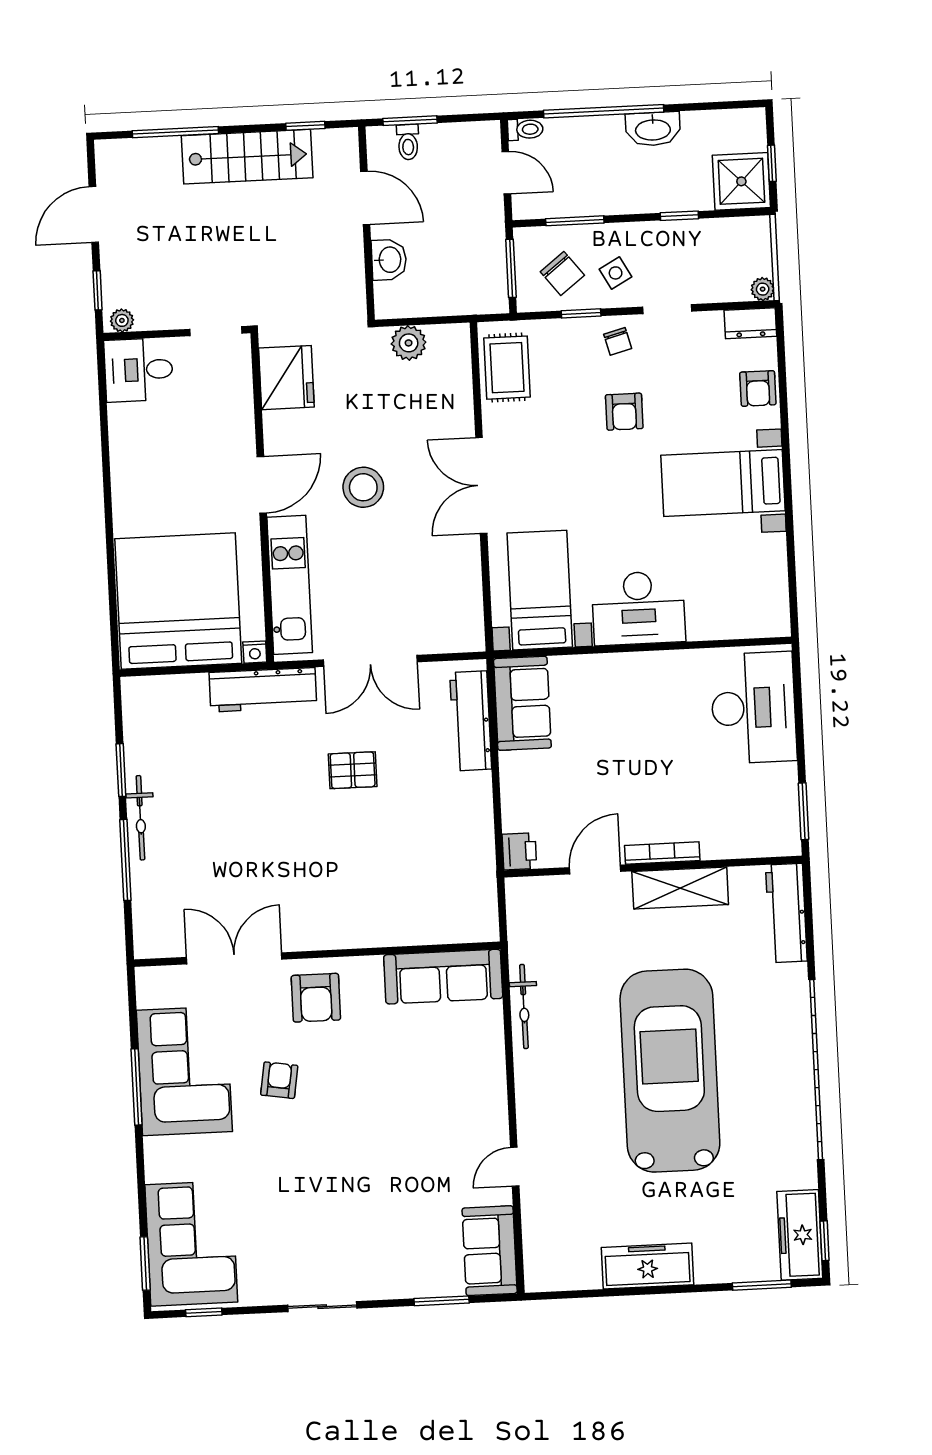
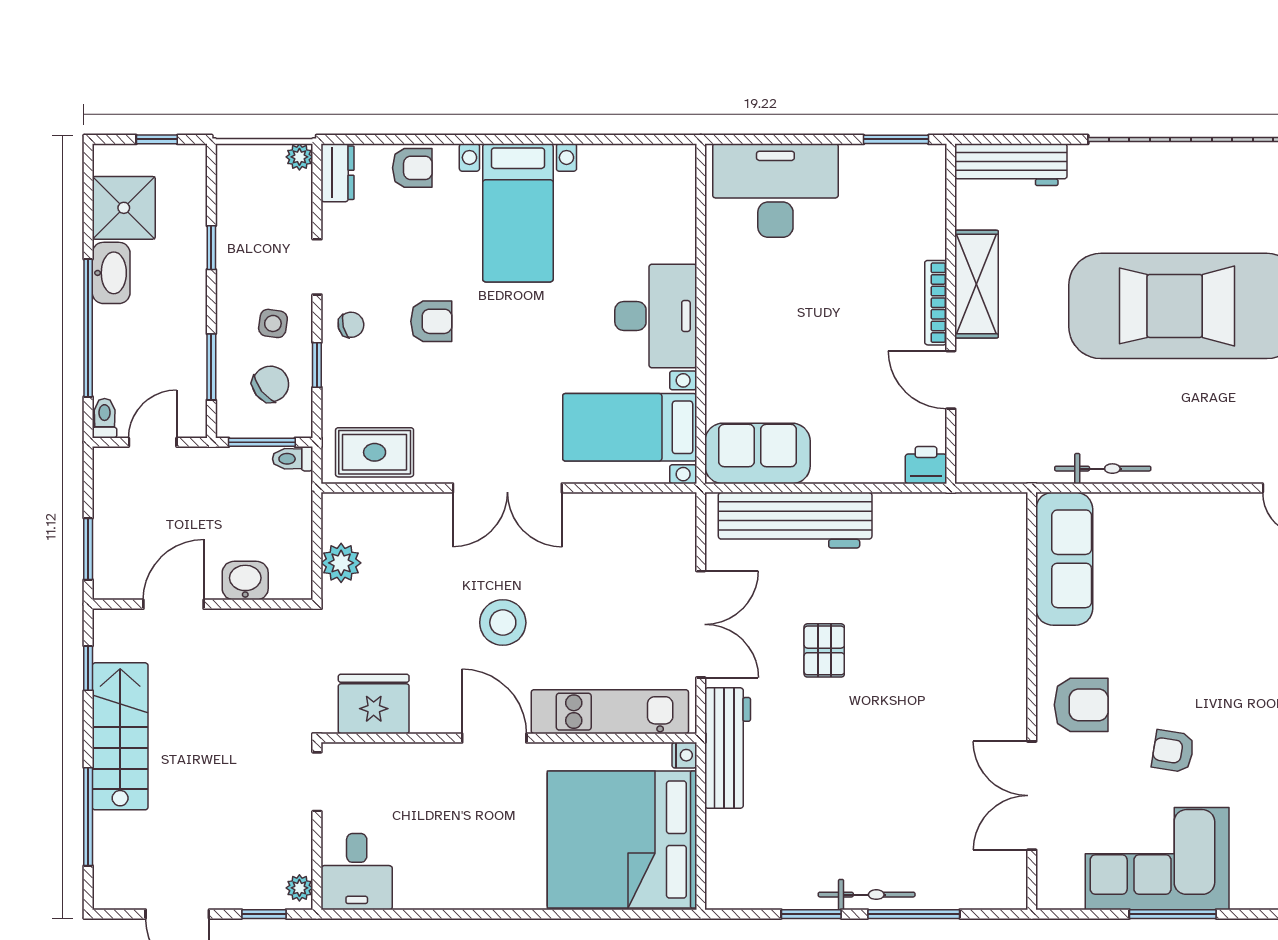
toilet: (408, 142) -> (293, 459), moved, turned 180
shower: (741, 181) -> (124, 208), moved
side table: (616, 273) -> (273, 323), turned 37
workbench: (471, 721) -> (795, 520), width x1.36, depth x1.32

